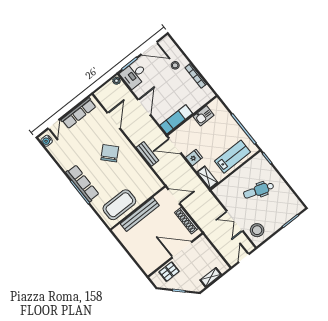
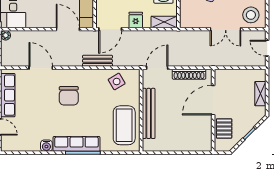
door: (144, 107) -> (68, 29), moved
water cooler: (47, 141) -> (46, 146), moved
chair: (110, 153) -> (69, 96), turned -137
side table: (144, 177) -> (117, 82), added

